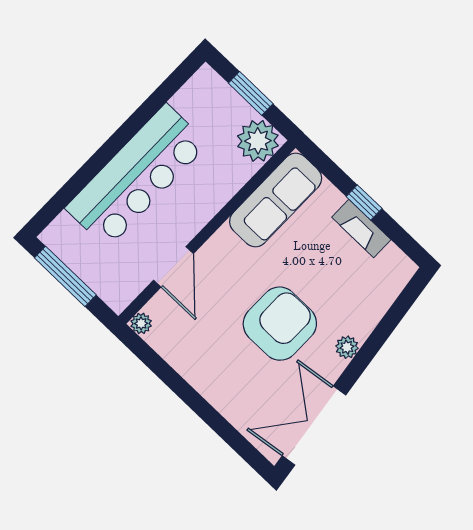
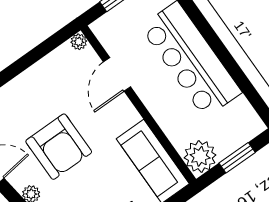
door: (173, 267) -> (117, 74), hinge flipped

